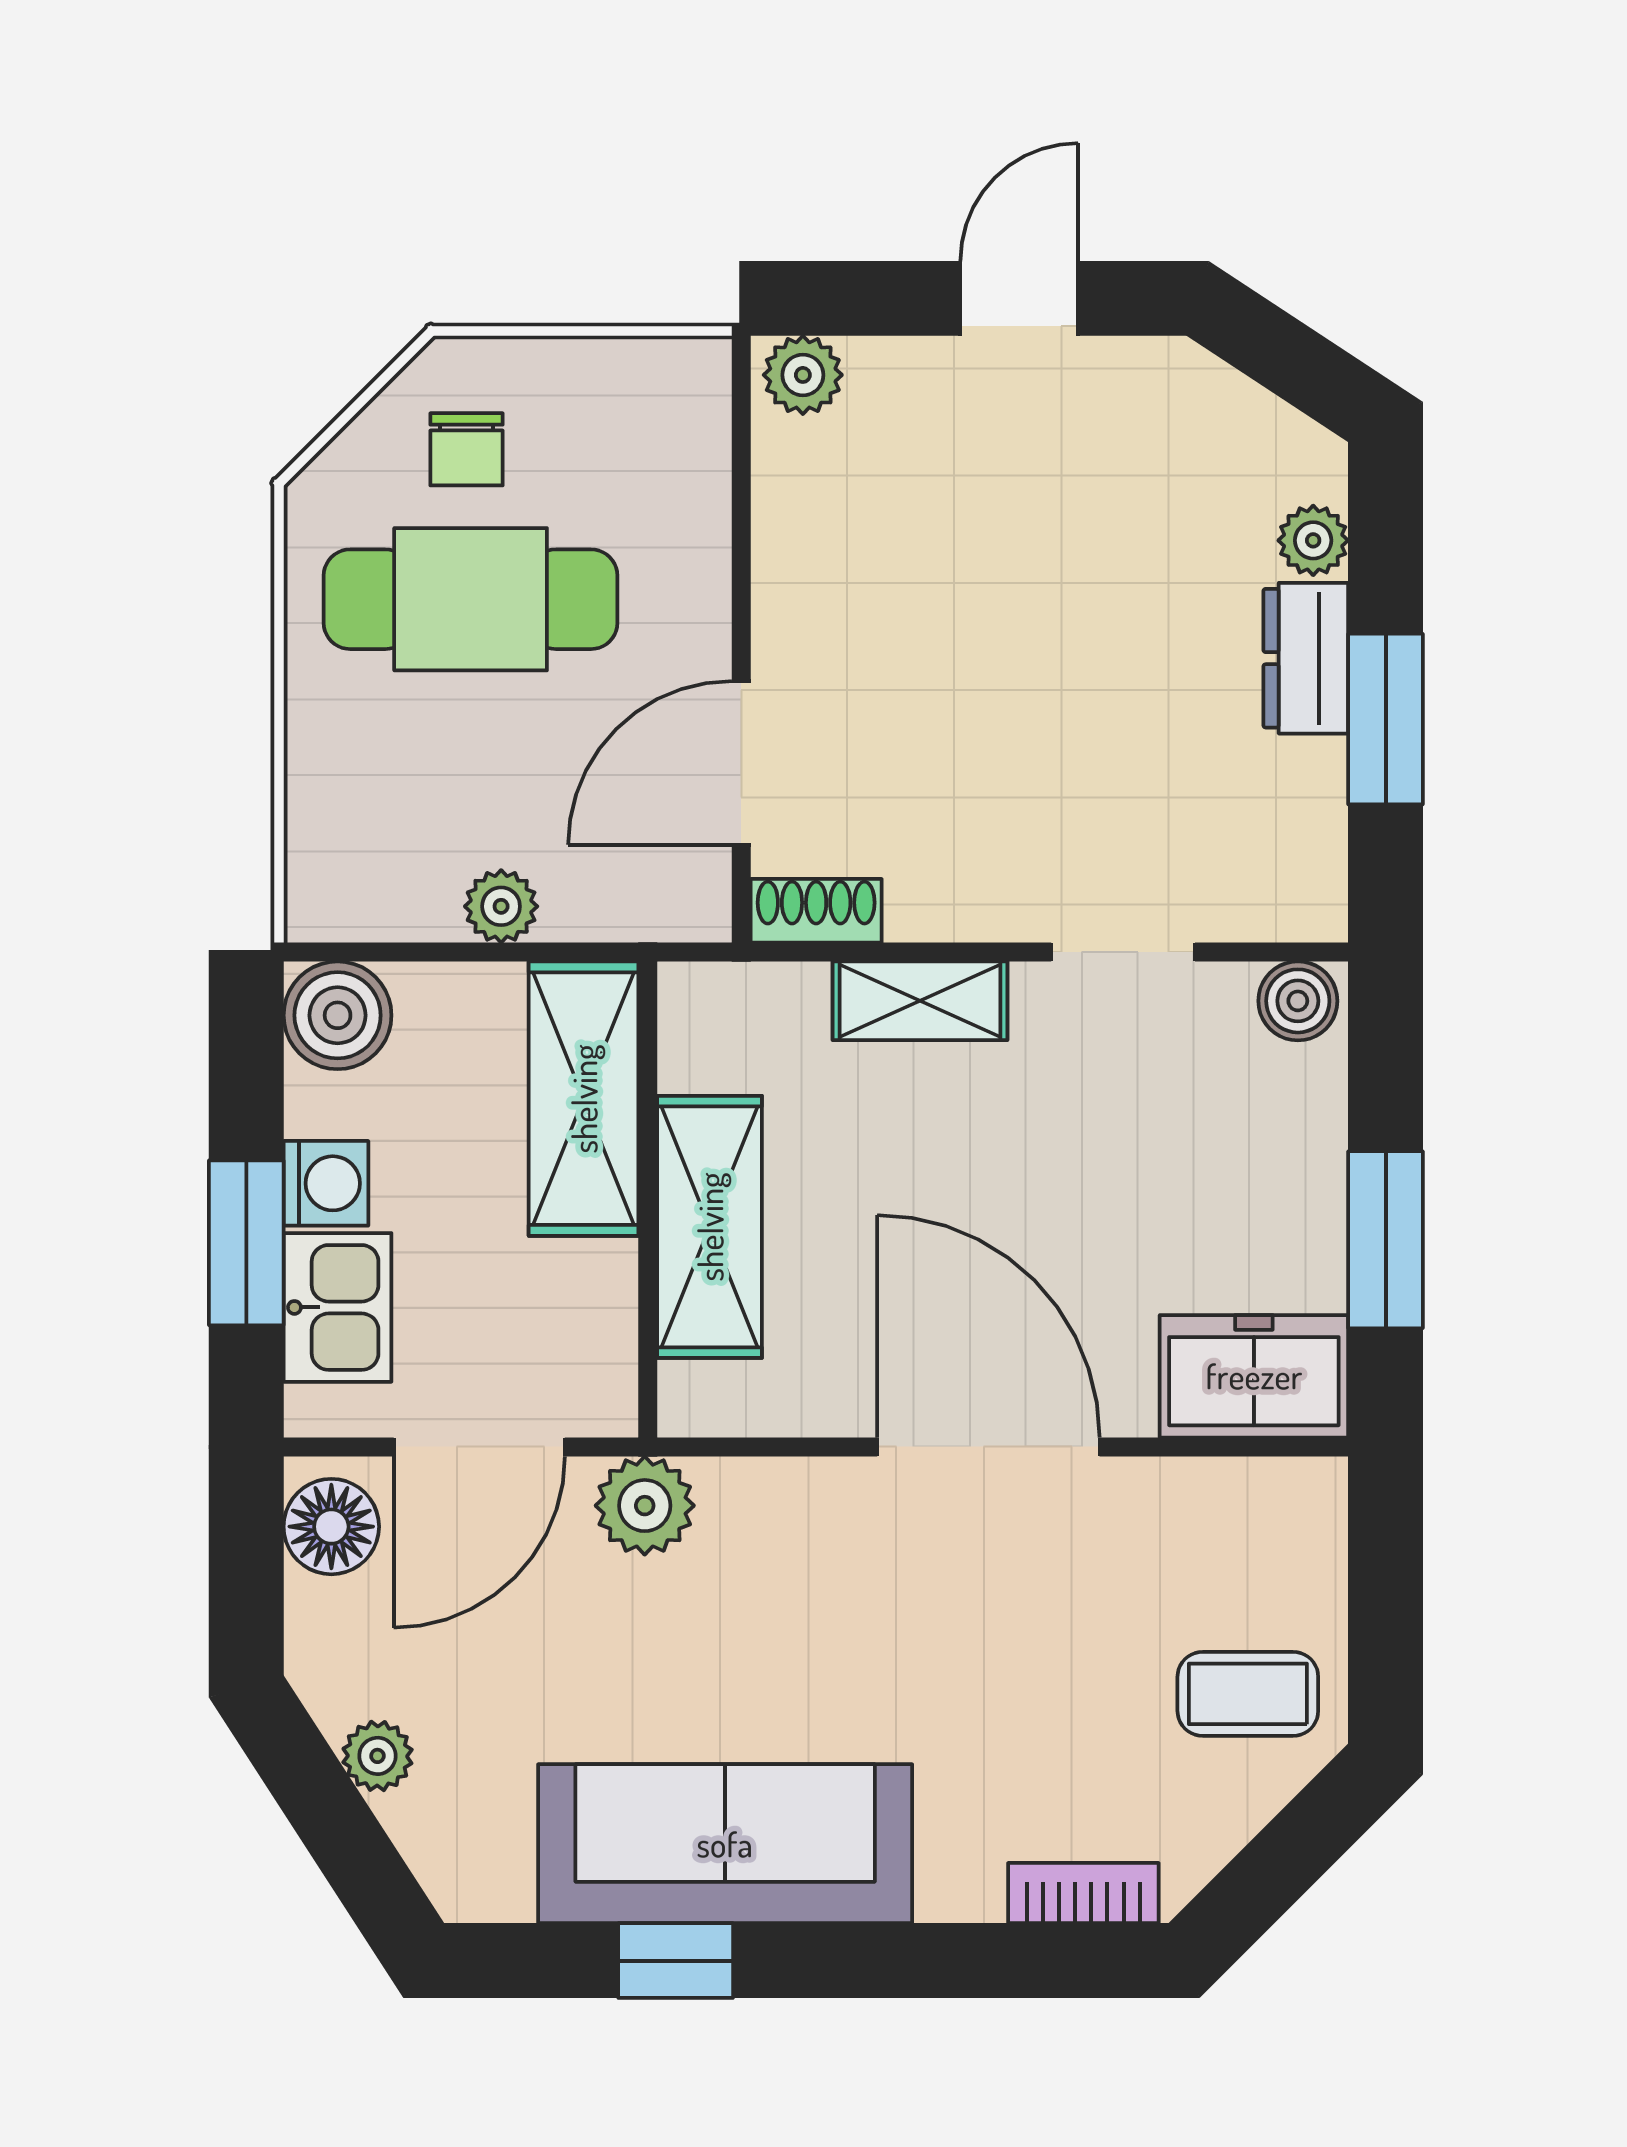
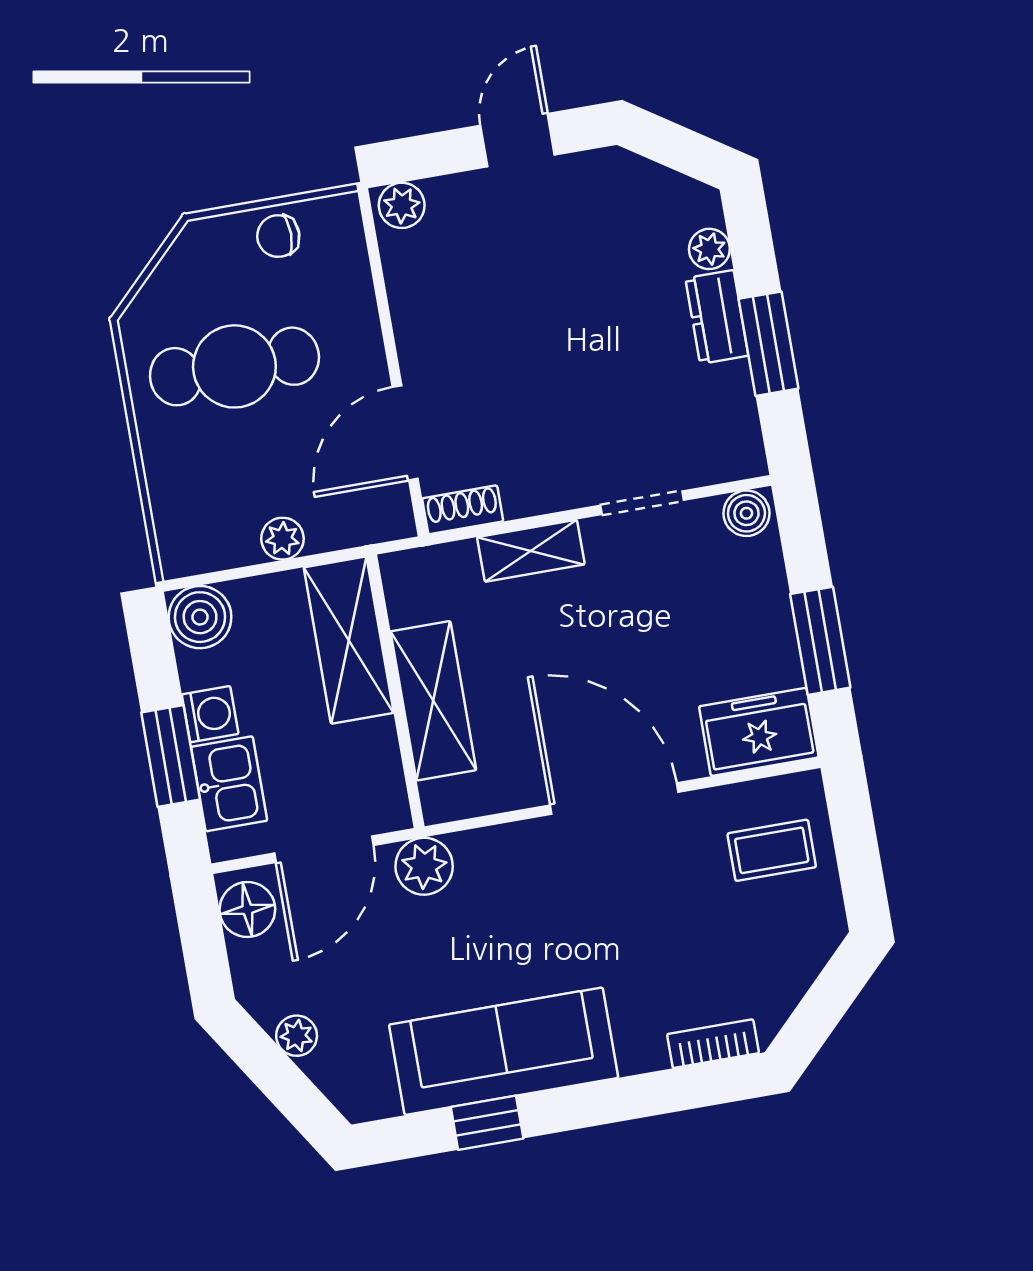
chair: (467, 449) -> (278, 236), moved, turned 90
coffee table: (1248, 1694) -> (772, 850), moved

